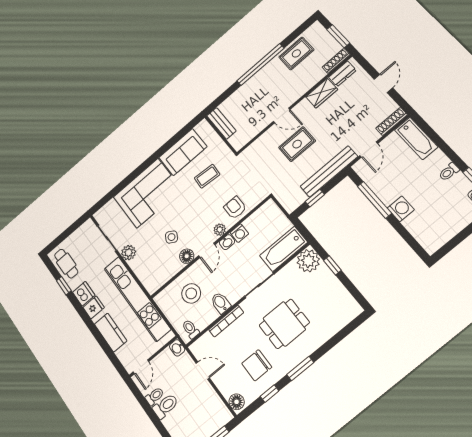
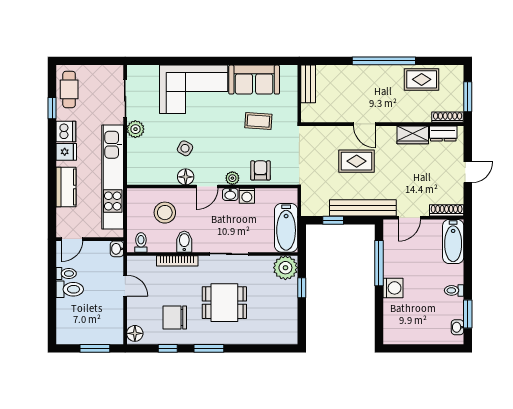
bathtub: (284, 249) -> (286, 228), moved, turned -90

